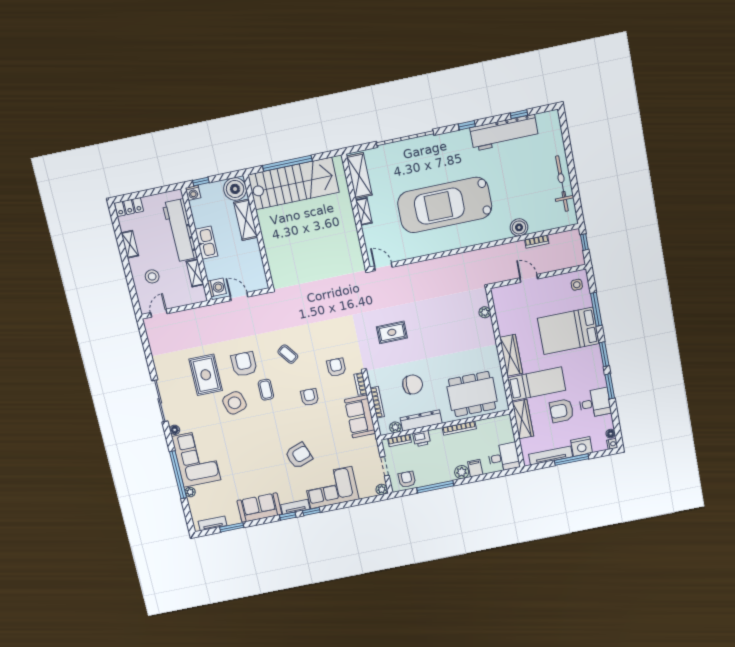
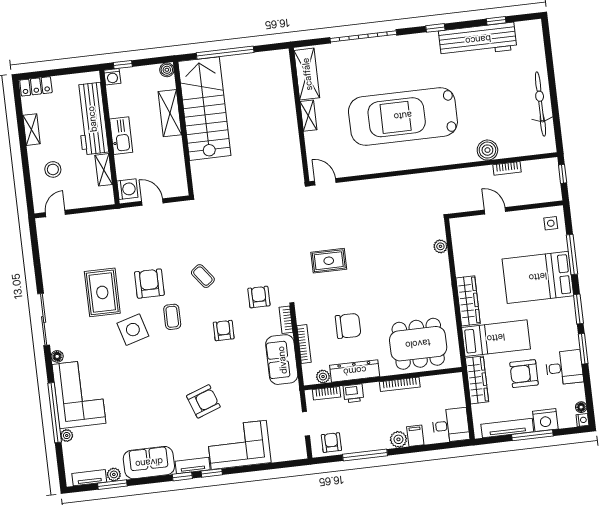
stairs: (293, 183) -> (204, 109), moved, turned -90
boiler: (235, 189) -> (167, 70), width x0.54, depth x0.54
plant: (382, 489) -> (114, 474), moved

